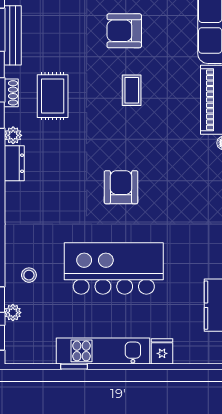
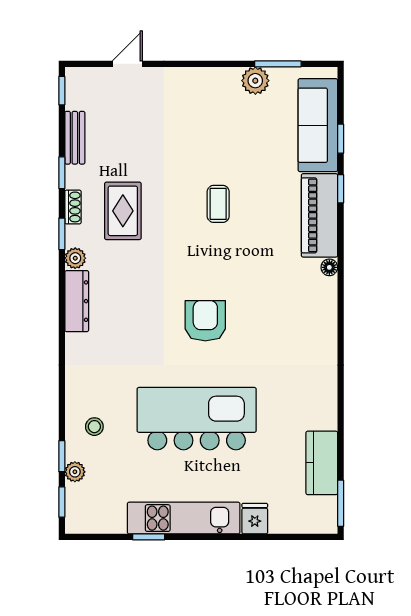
armchair: (124, 31) -> (209, 132), removed
bench: (13, 35) -> (75, 138), width x0.73
dresser: (14, 163) -> (77, 301), width x1.44

